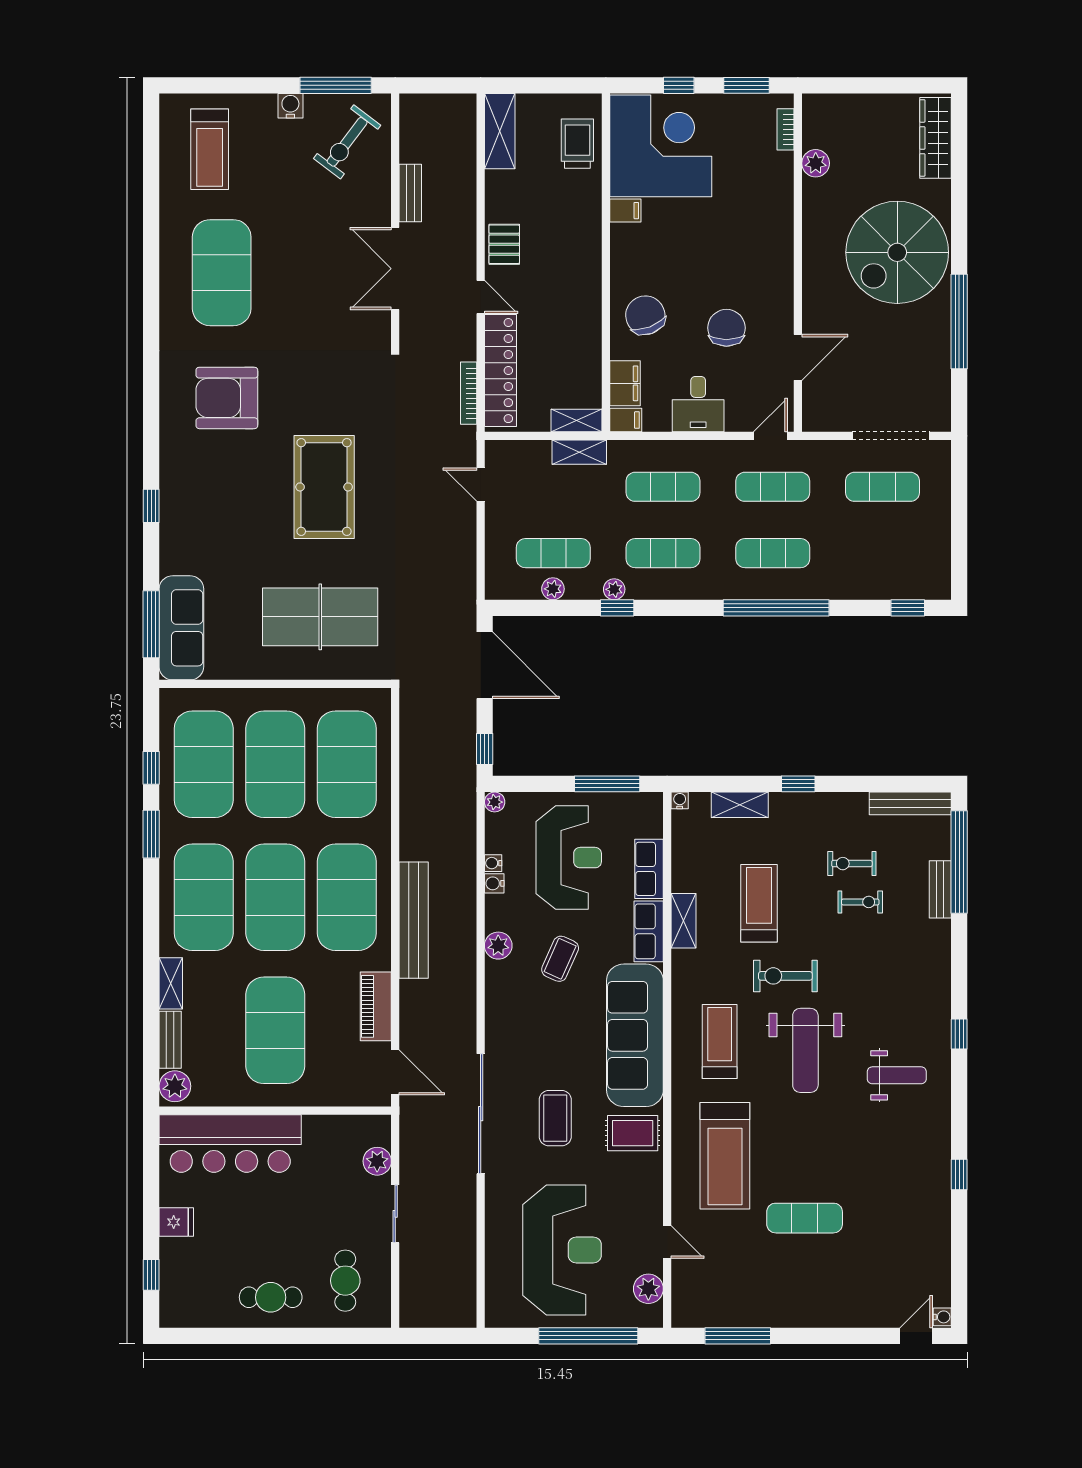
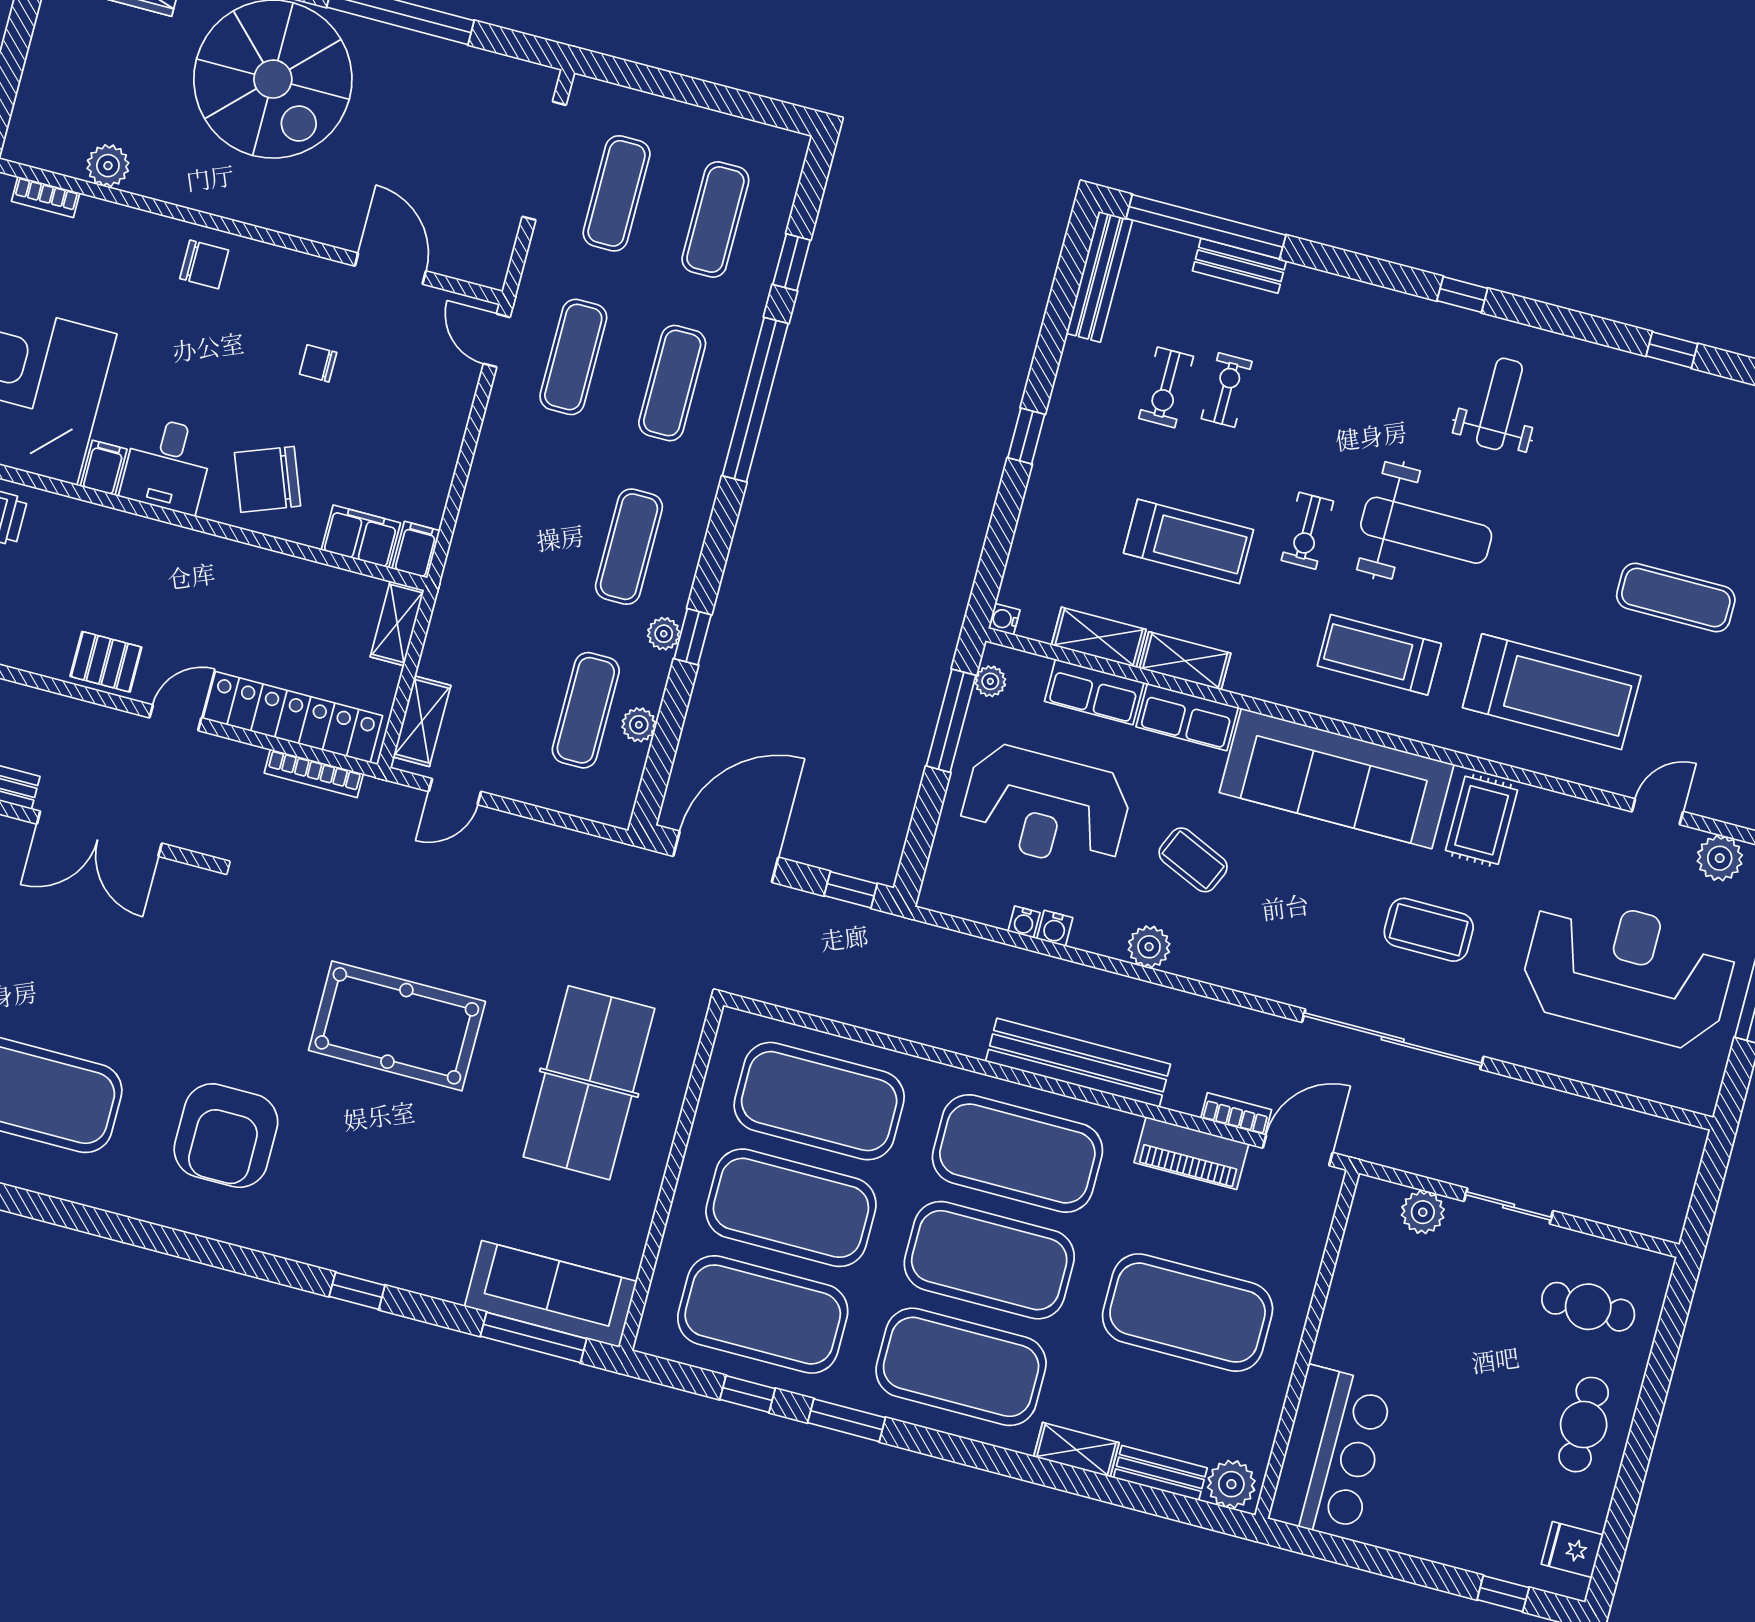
chair: (770, 240) -> (204, 264), added
chair: (726, 328) -> (318, 363), width x0.54, depth x0.54
desk: (698, 404) -> (167, 465), moved, turned 90
shelving: (579, 452) -> (422, 721), moved
exercise mat: (663, 487) -> (715, 219), moved
window: (908, 608) -> (792, 262), moved
plant: (495, 802) -> (990, 681), moved
shelving: (740, 805) -> (1099, 637), moved, turned 90
reception desk: (569, 858) -> (1046, 807), turned 180
treadmill: (759, 903) -> (1189, 541), turned 180
exercise bike: (785, 976) -> (1307, 531), width x0.73, depth x0.72
bookcase: (408, 1028) -> (1236, 1114), added
bar counter: (230, 1143) -> (1331, 1452), width x0.73
exercise mat: (805, 1218) -> (1676, 598), turned 90
fridge: (176, 1222) -> (1572, 1550), moved, turned -90

